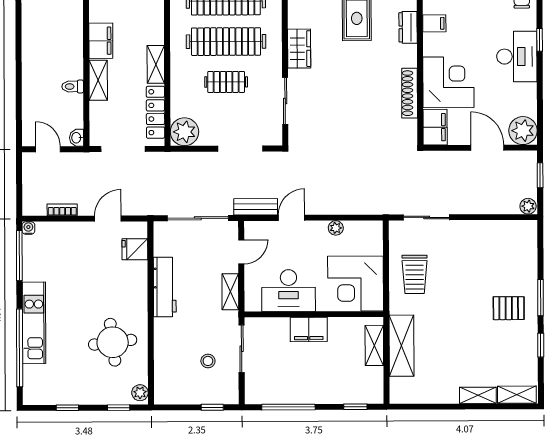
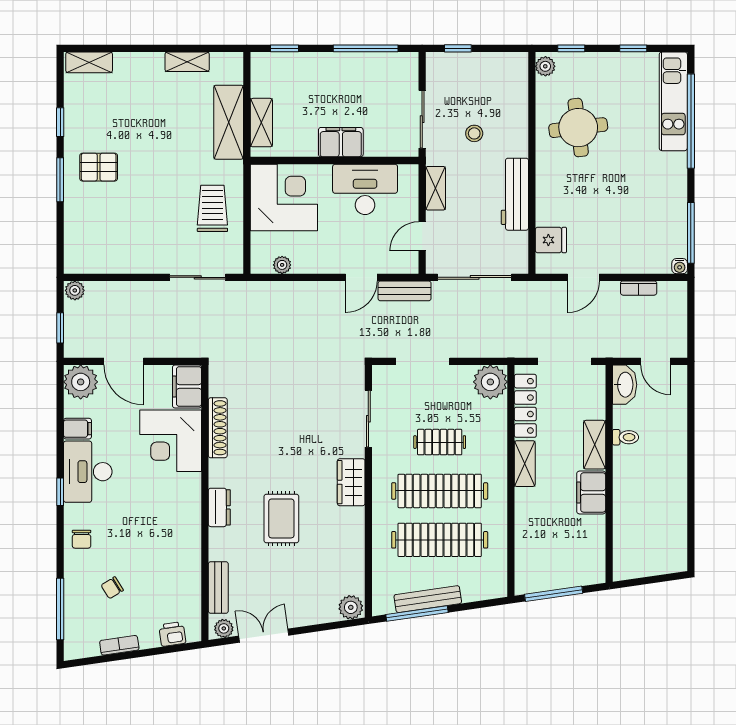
filing cabinet: (434, 23) -> (77, 429), moved, turned 180
washbasin: (77, 138) -> (625, 385), width x1.91, depth x1.45
plant: (336, 228) -> (282, 265), moved
kitchen unit: (34, 323) -> (673, 101), moved
stool: (208, 361) -> (474, 133), moved
shelving: (478, 395) -> (187, 62), moved

